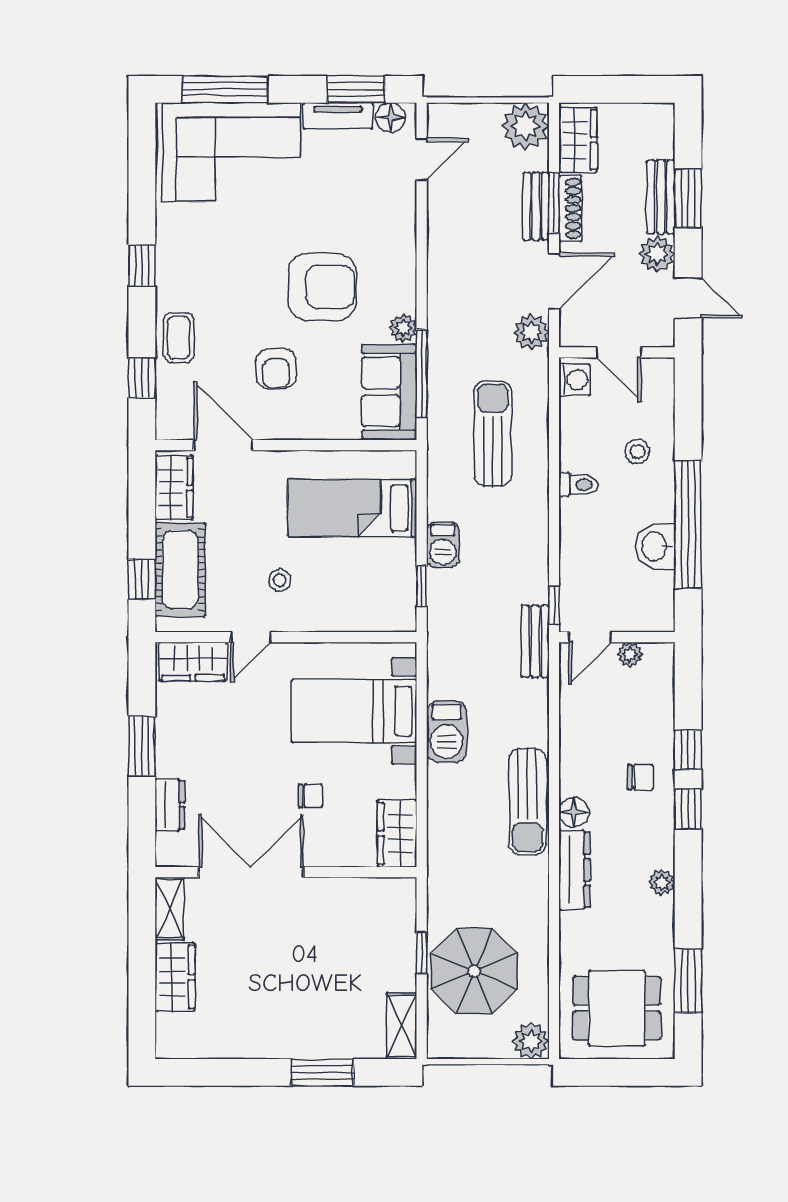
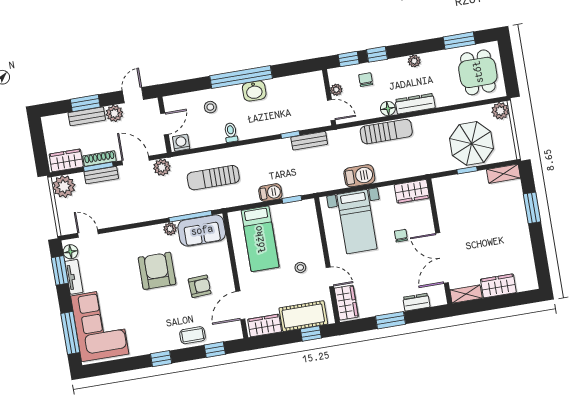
door: (590, 637) -> (331, 110), moved
wall: (617, 637) -> (329, 97), moved
plant: (630, 654) -> (336, 90), moved

